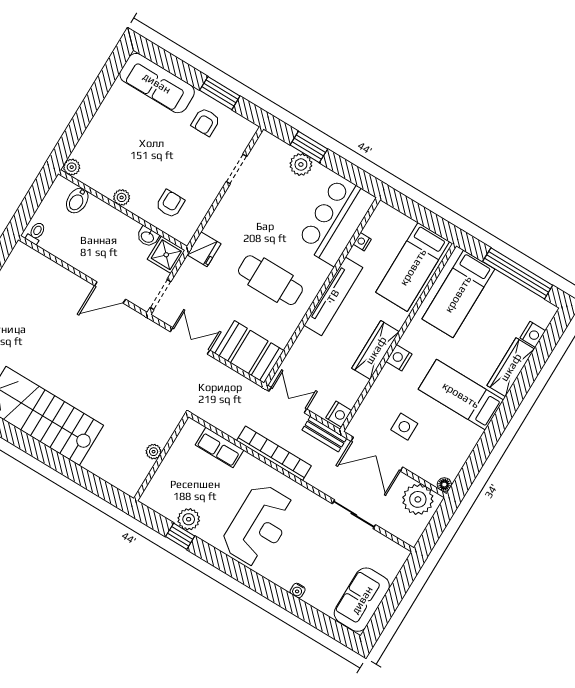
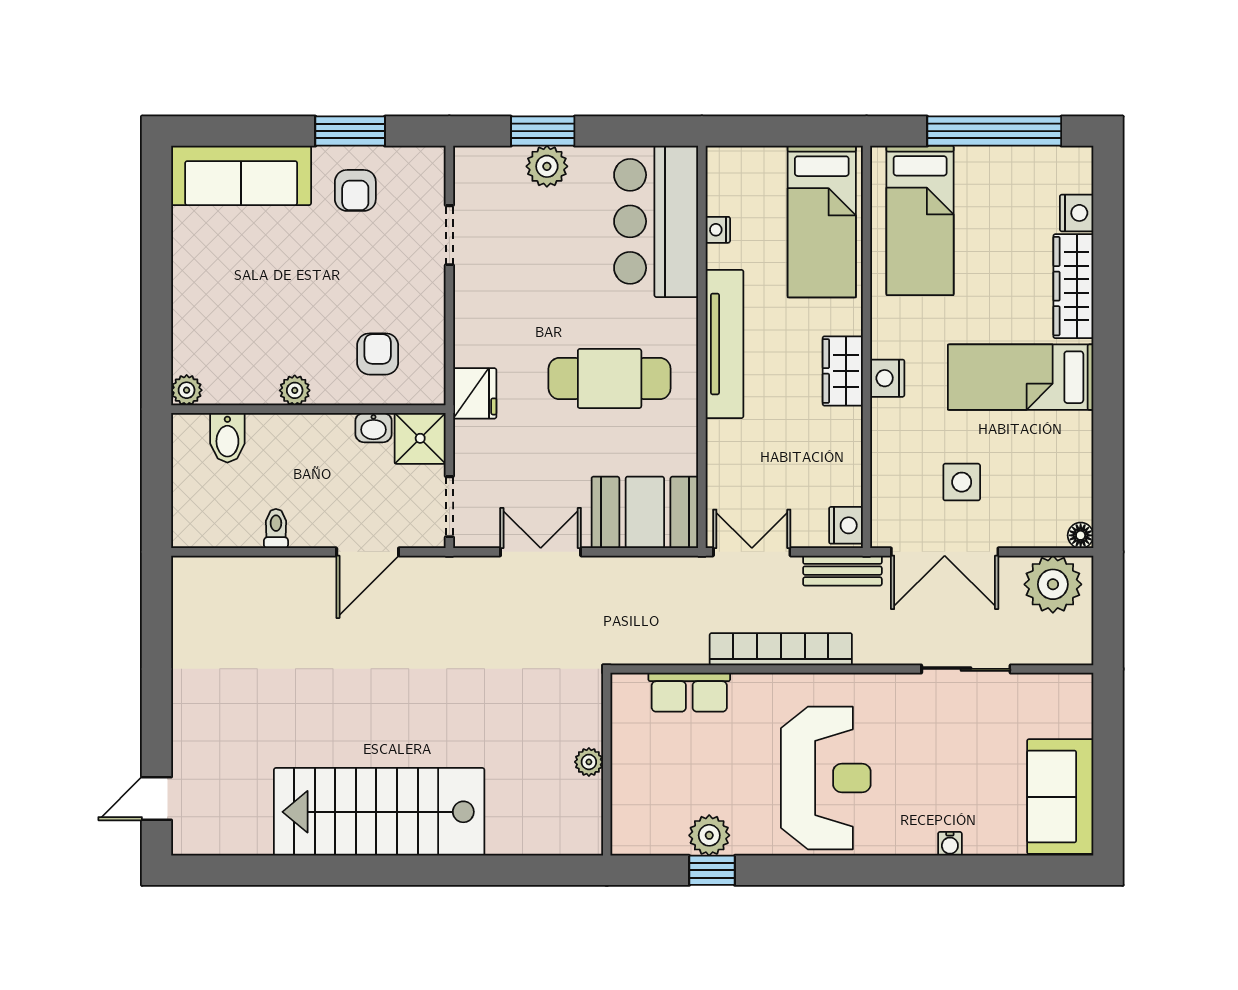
toilet: (36, 233) -> (276, 529), moved
wardrobe: (376, 350) -> (843, 371), width x0.67

